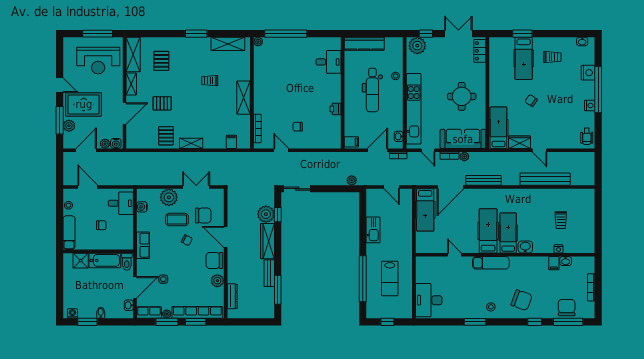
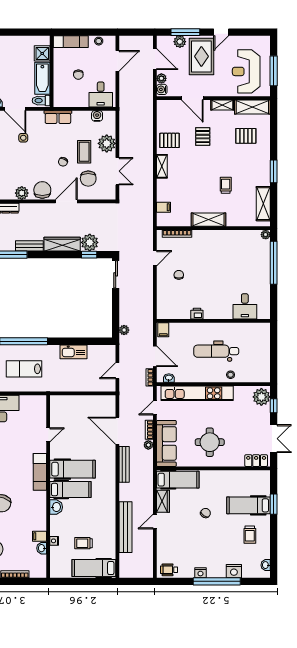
kitchen counter: (364, 44) -> (263, 343), removed
hospital bed: (425, 210) -> (94, 568), moved

